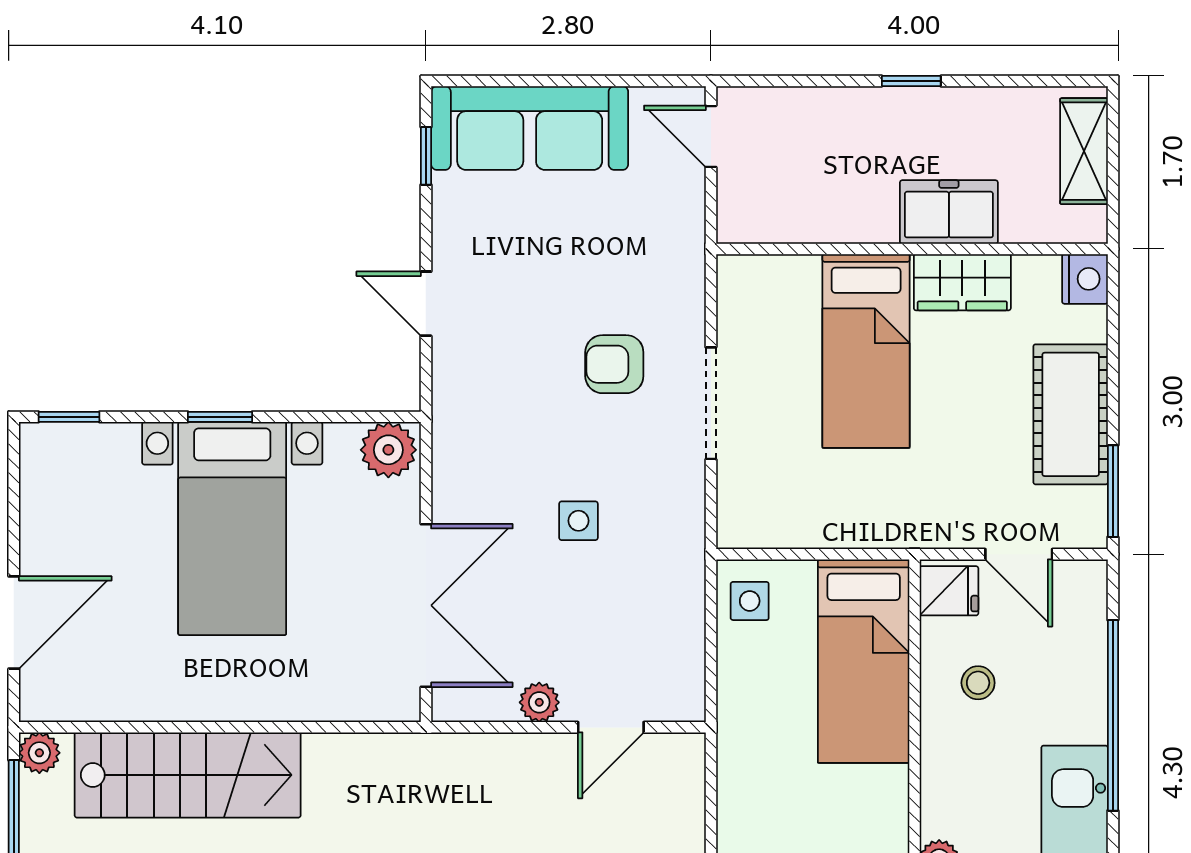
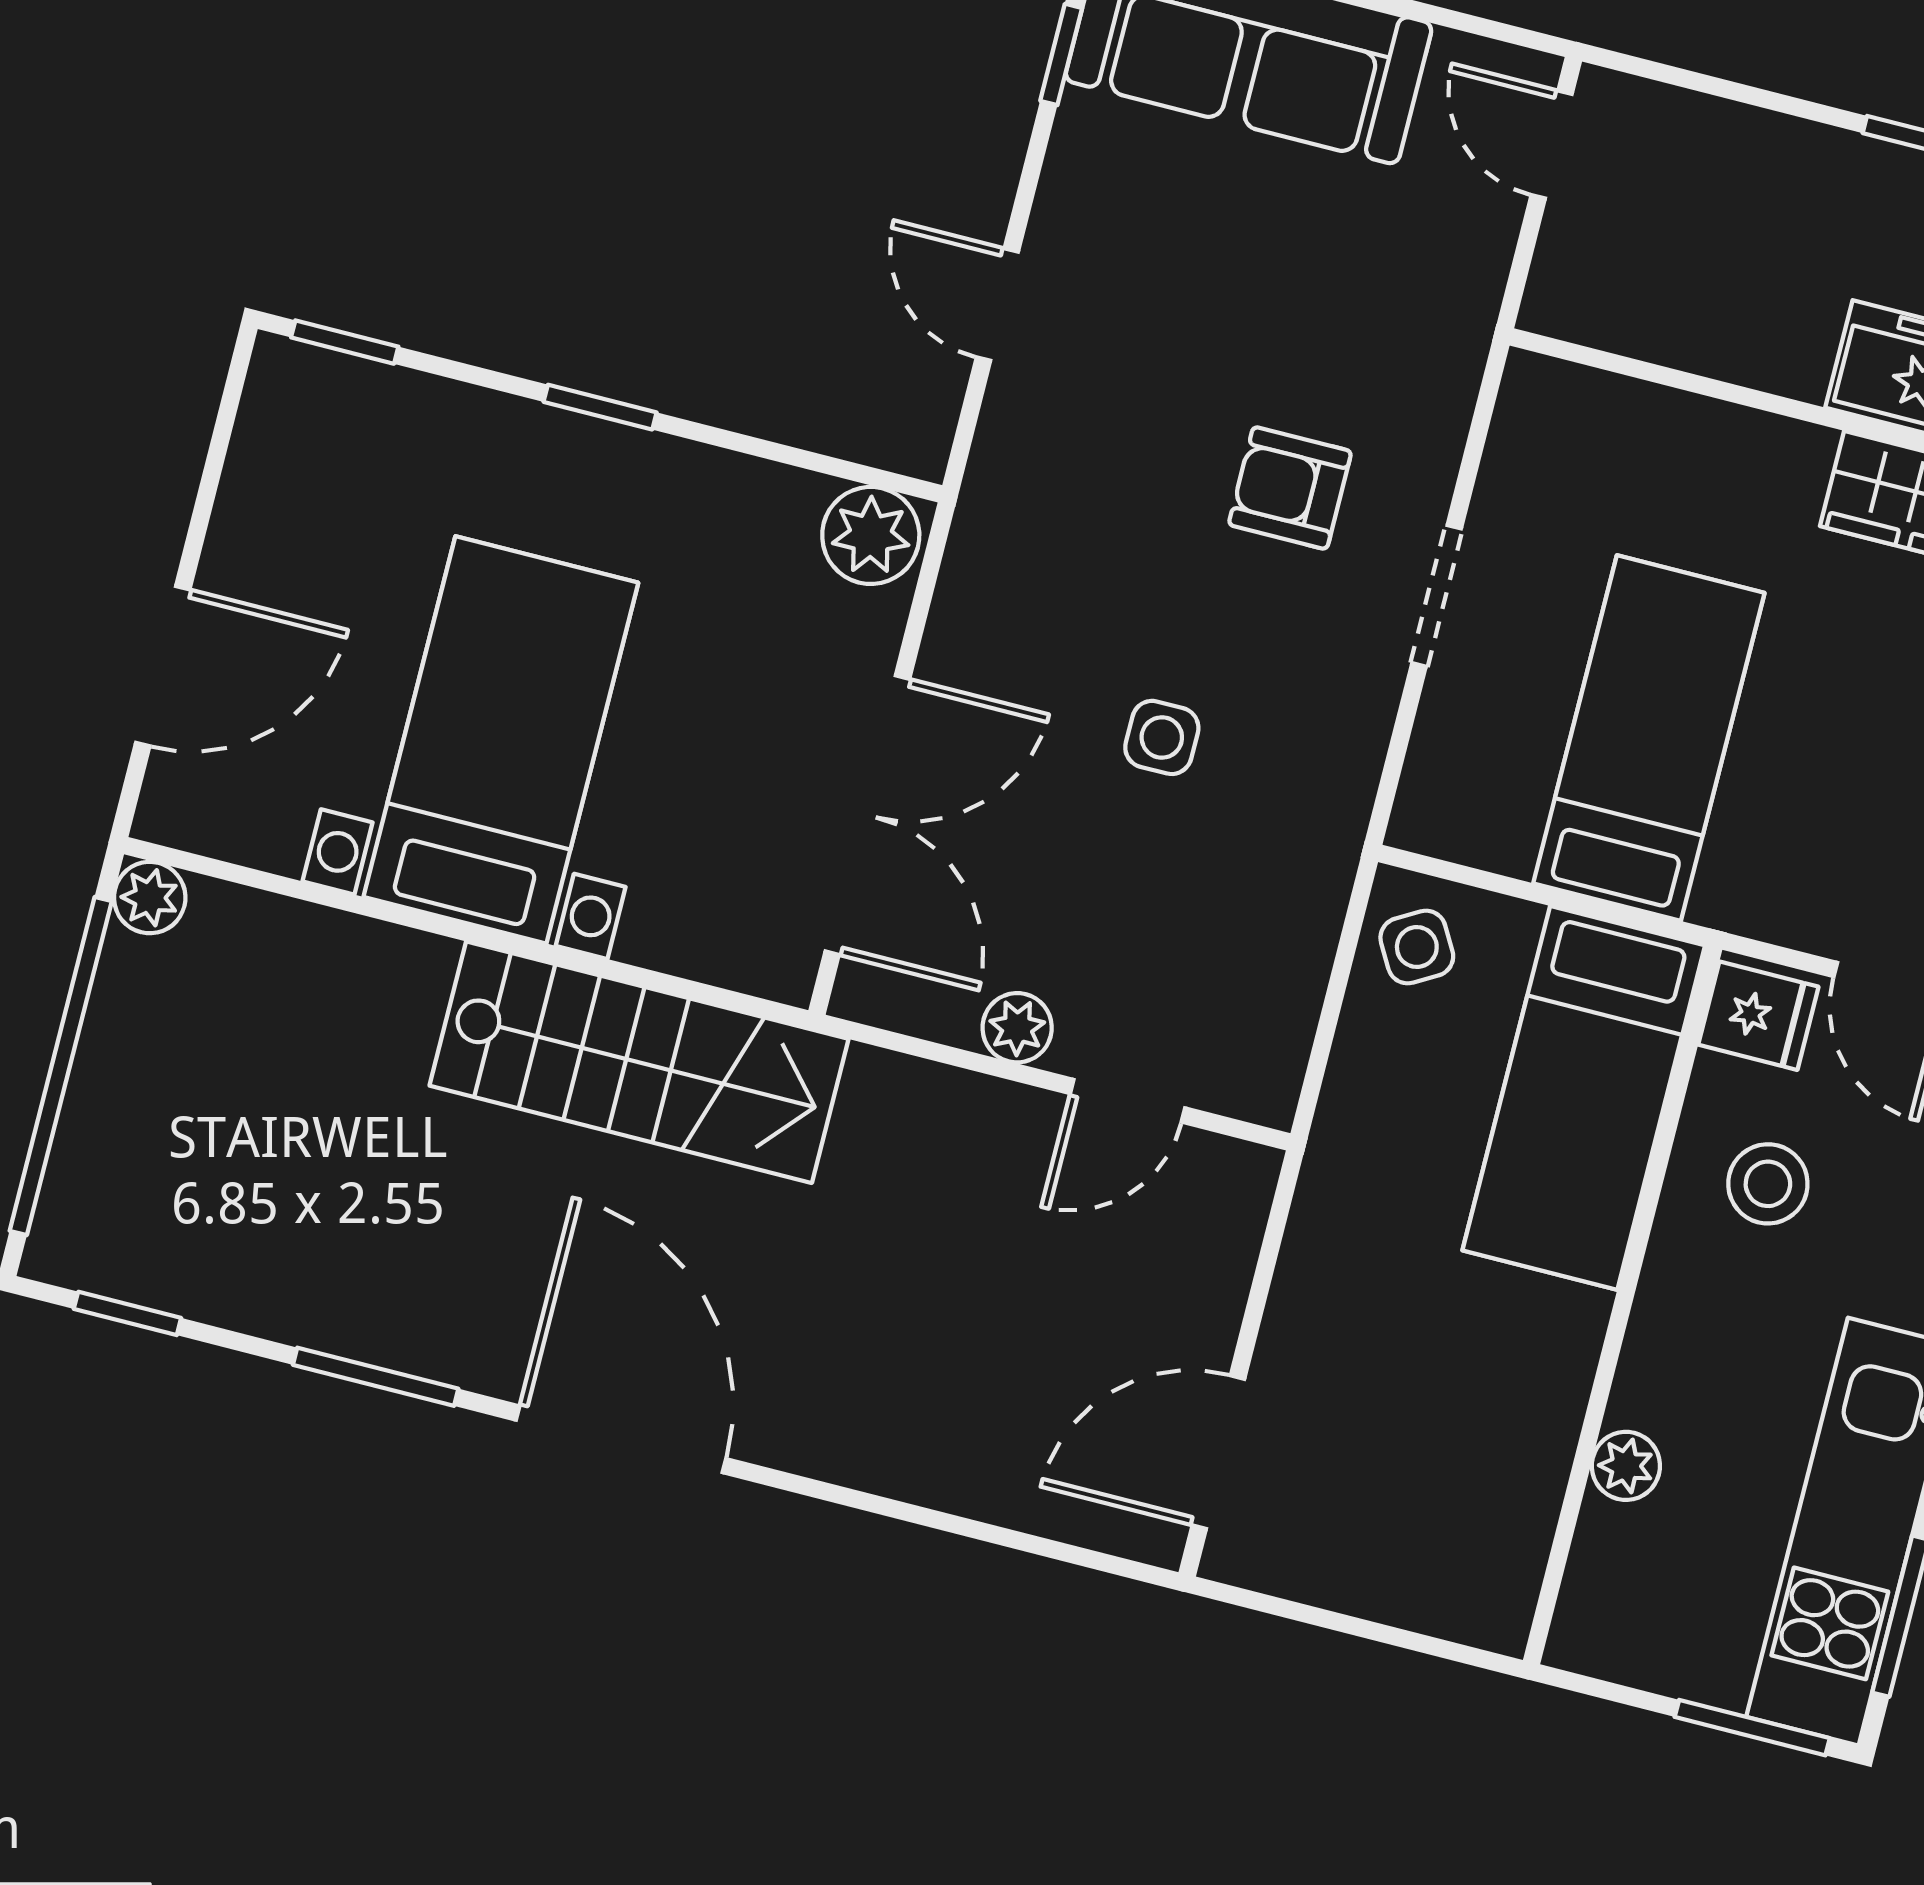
bed: (866, 351) -> (1649, 738), moved, turned 180
doorway: (711, 403) -> (1437, 596), width x0.73
bed with nightstands: (232, 529) -> (501, 740), moved, turned 180
side table: (750, 601) -> (1417, 947), turned -30
stool: (978, 683) -> (1768, 1184), width x1.37, depth x1.37
stairs: (188, 775) -> (639, 1062), moved

